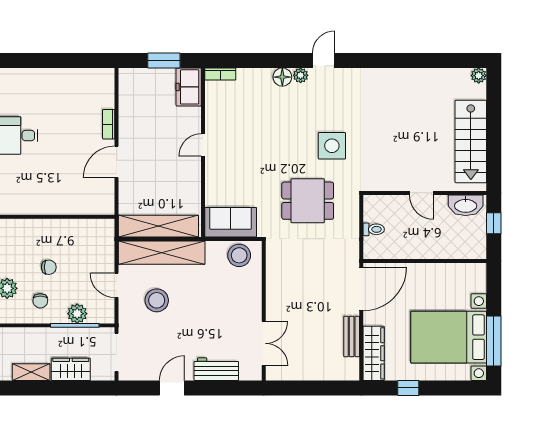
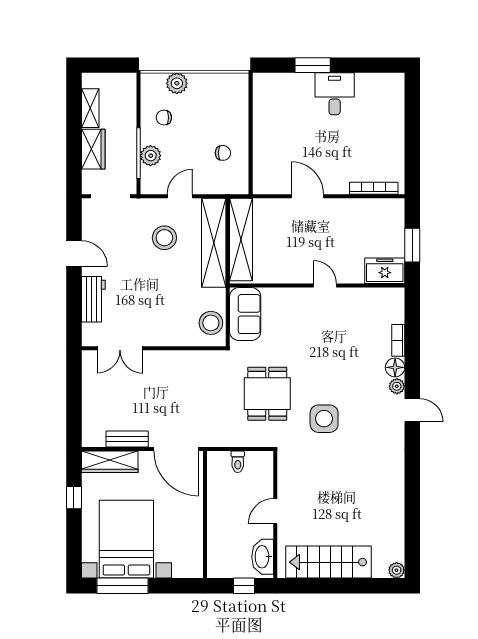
bookcase: (220, 74) -> (398, 340), moved
bookcase: (109, 124) -> (374, 188), moved, width x1.56
chair: (49, 267) -> (223, 153), moved, turned -90

